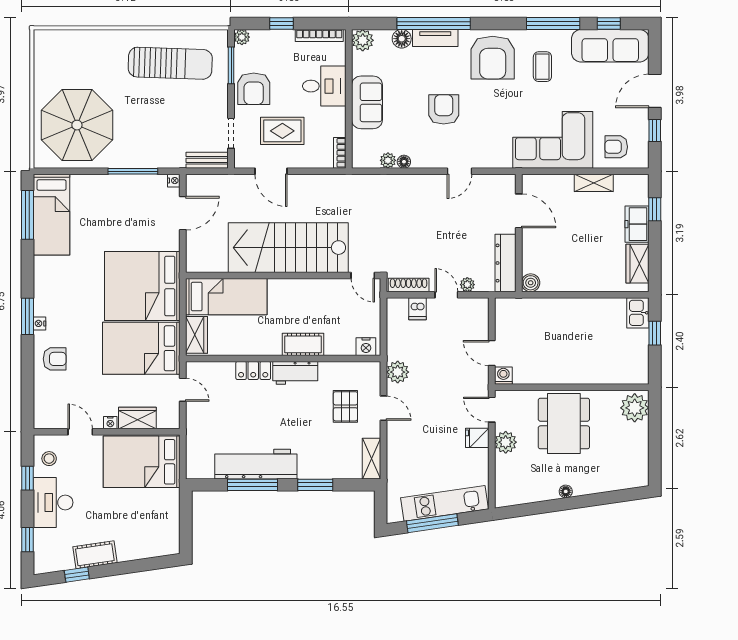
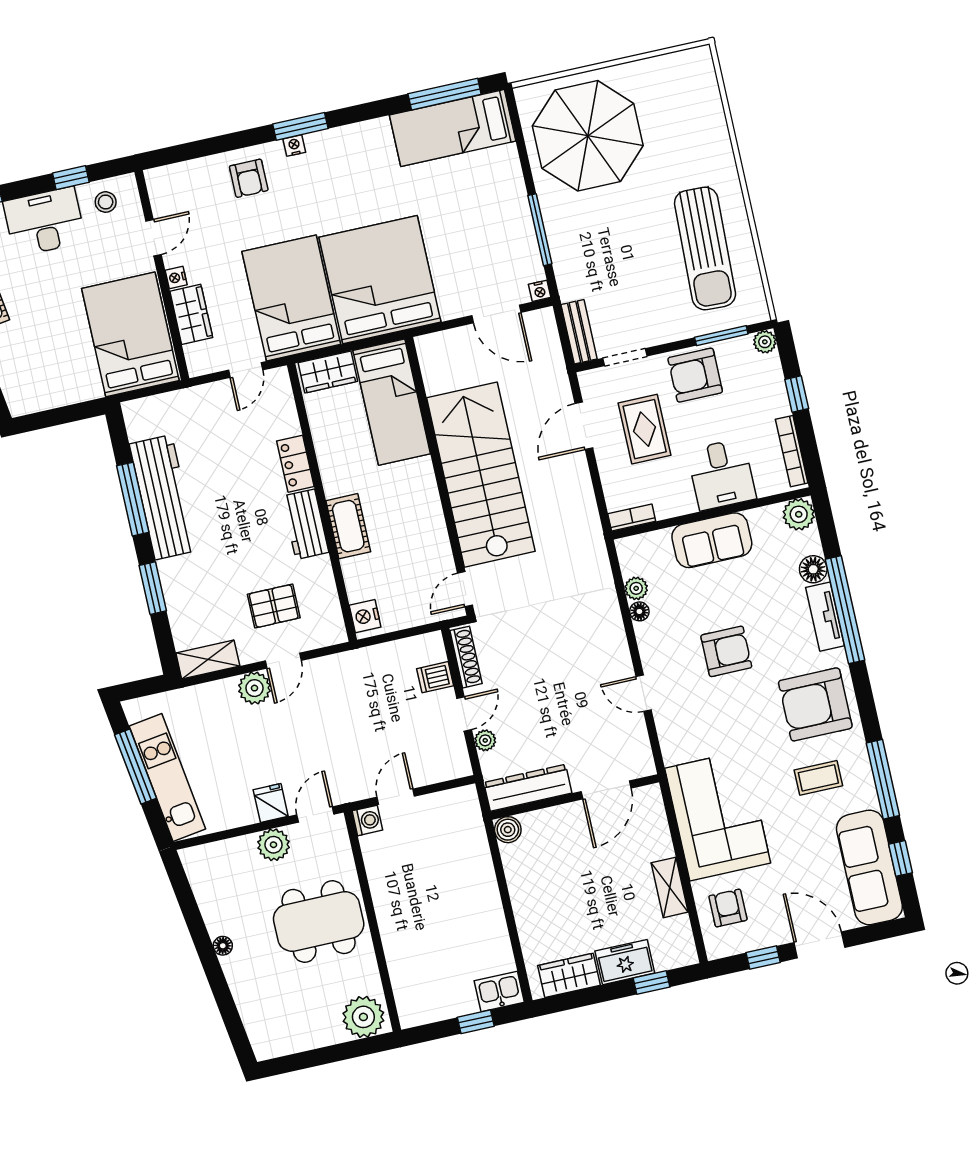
plant: (398, 372) -> (254, 688), moved

